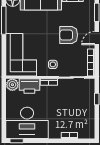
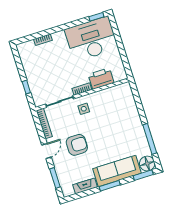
corner sofa: (21, 55) -> (120, 108), removed
plant: (12, 85) -> (119, 74), removed

